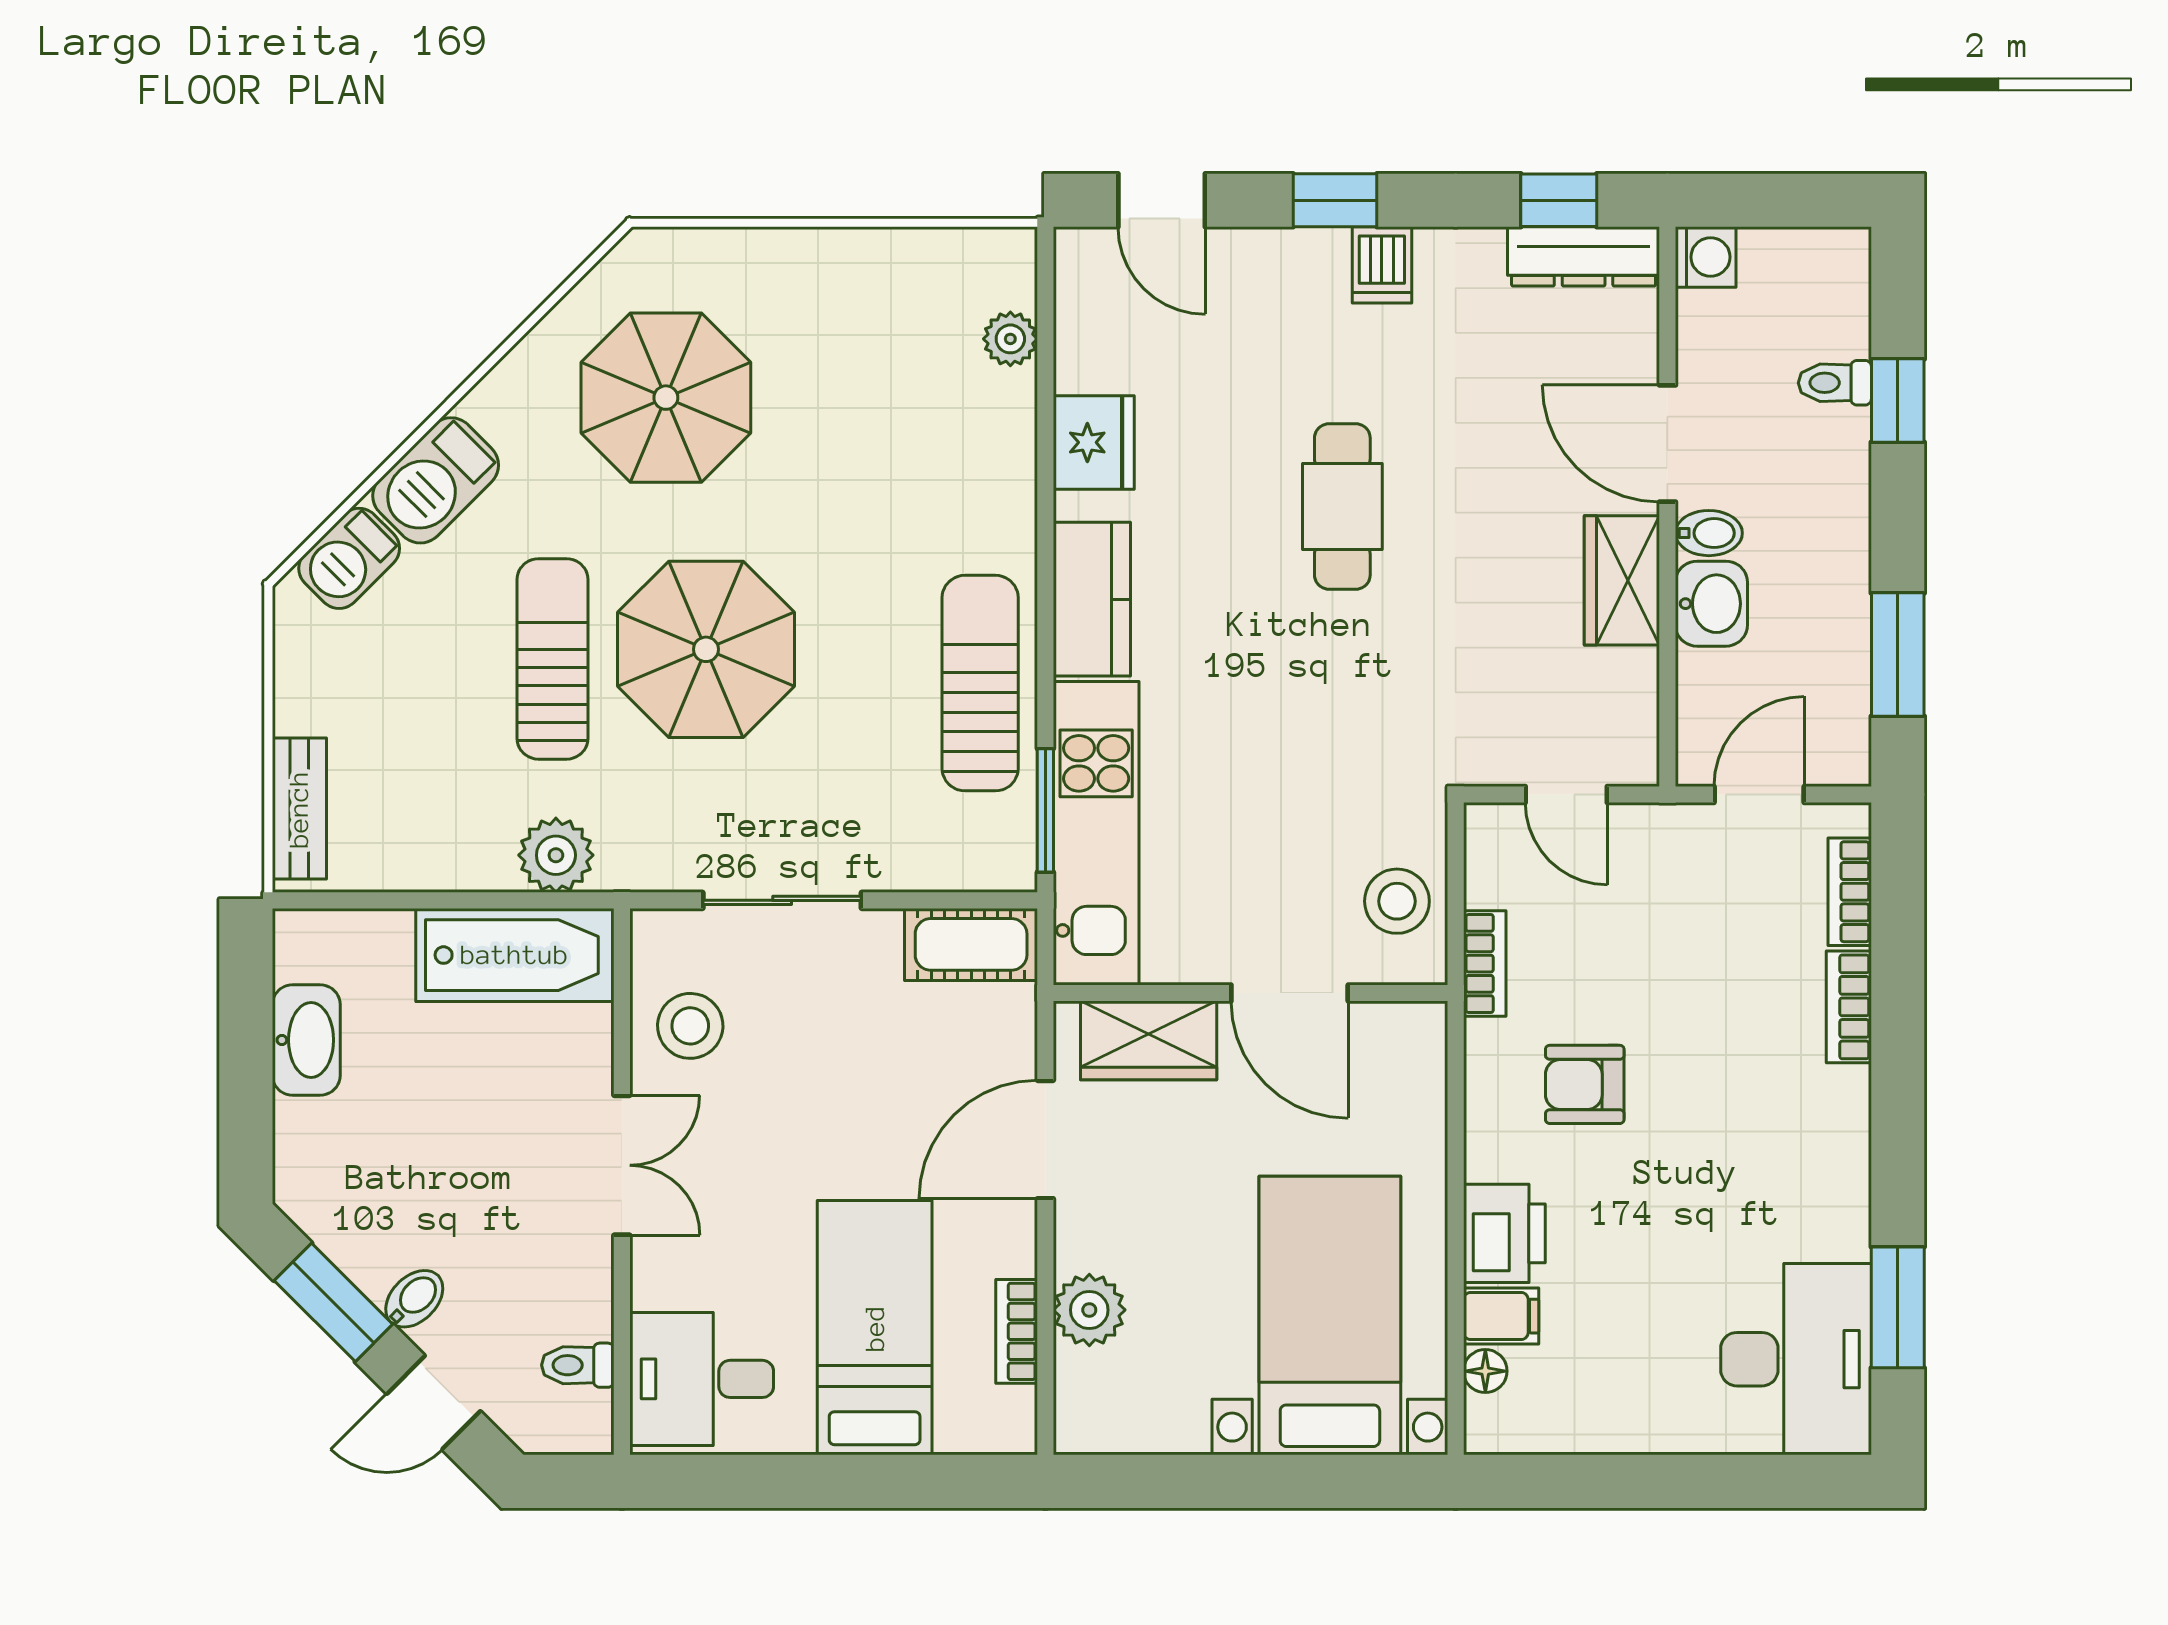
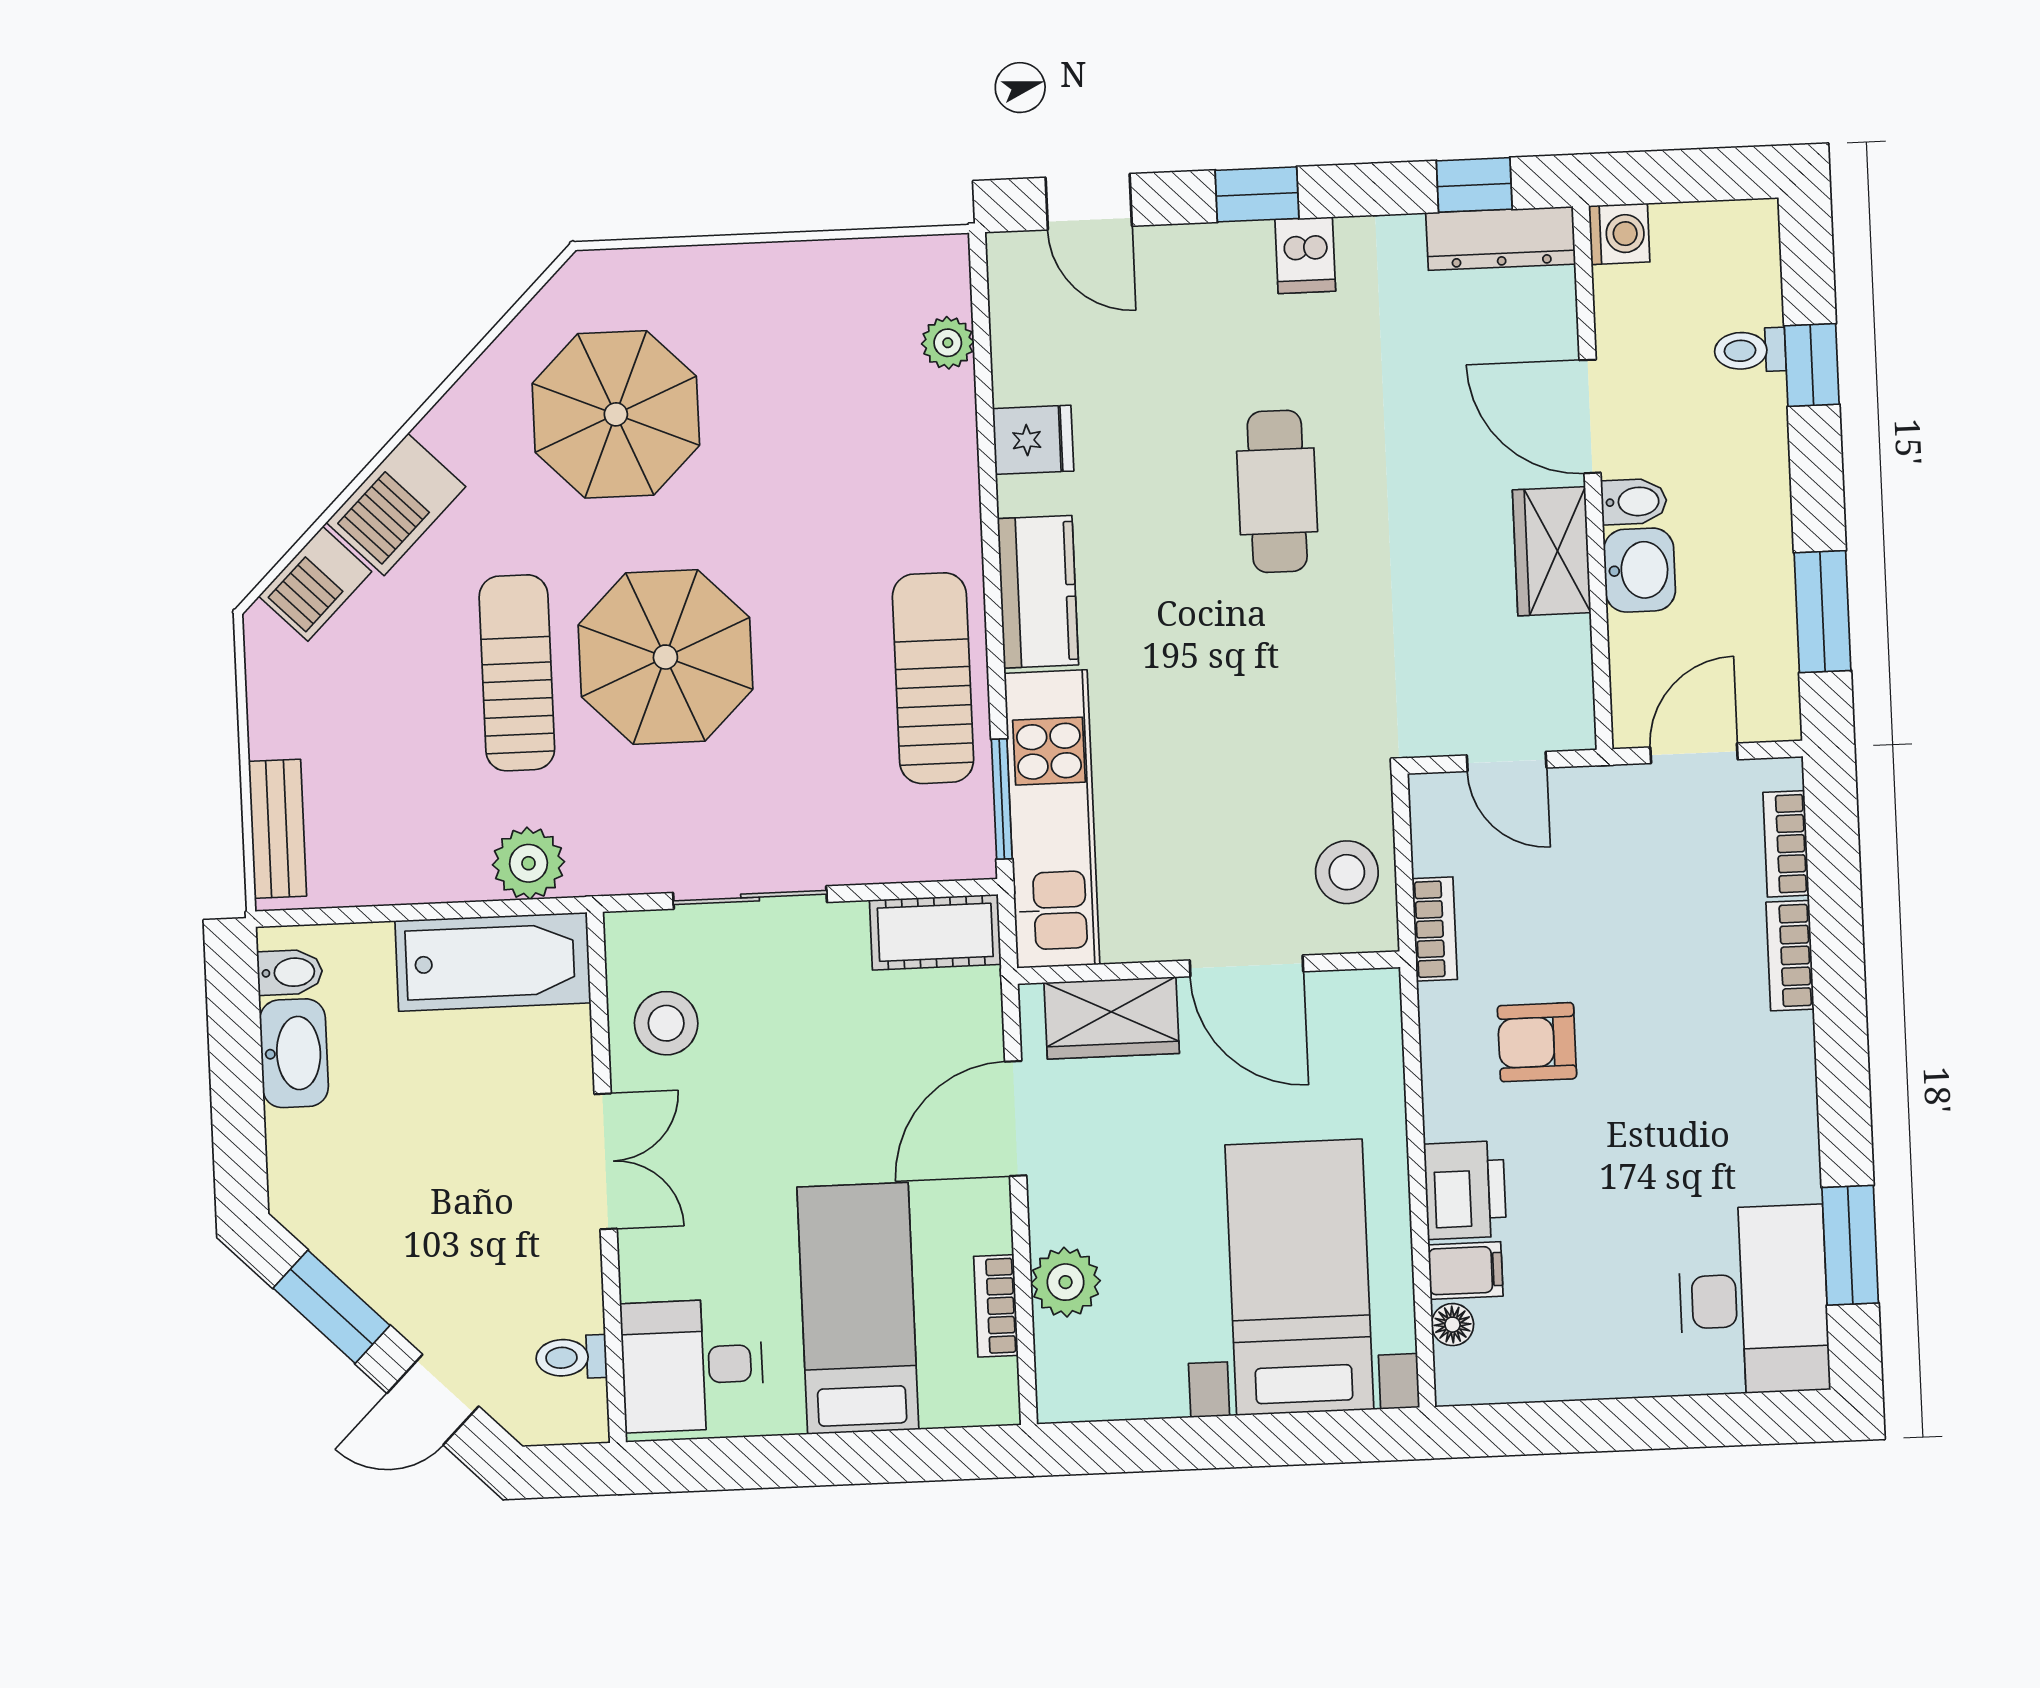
fridge: (1094, 442) -> (1033, 440), width x0.72
bidet: (414, 1299) -> (290, 972), moved, turned 45

